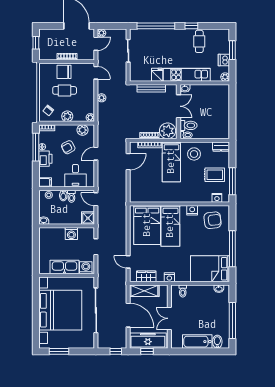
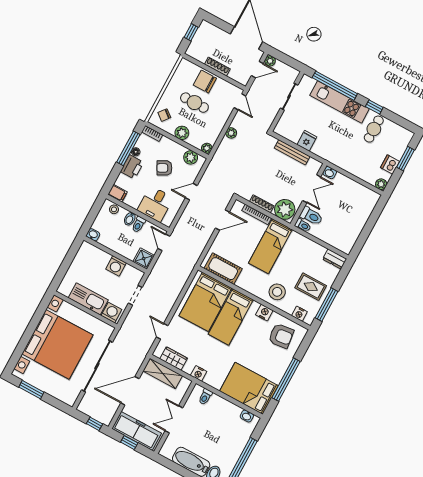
kitchen unit: (187, 75) -> (340, 102), moved, turned 180
stool: (194, 154) -> (277, 292), moved
cot: (147, 195) -> (223, 269), added
door: (128, 315) -> (130, 391), swing flipped

